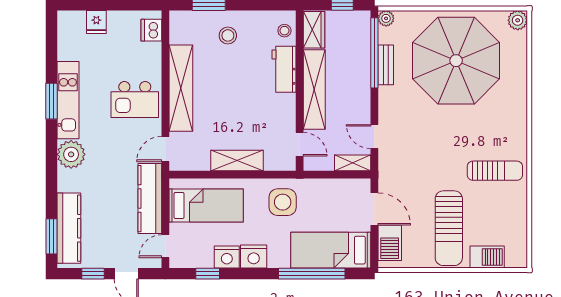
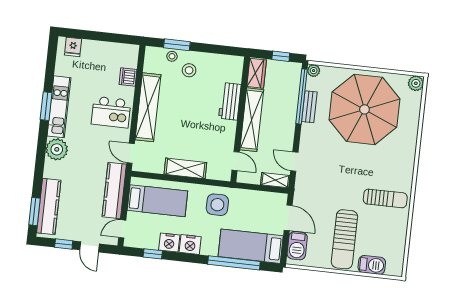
fridge: (96, 22) -> (73, 47), moved
dishwasher: (151, 30) -> (128, 77), moved
stool: (284, 31) -> (172, 56), moved
door: (165, 149) -> (131, 153), hinge flipped

